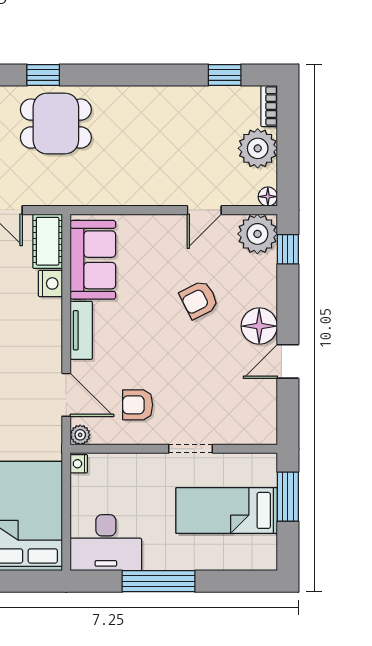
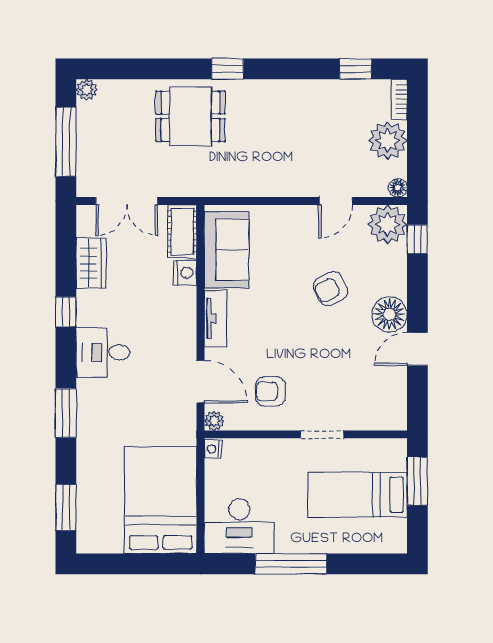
window: (43, 75) -> (228, 69), moved

